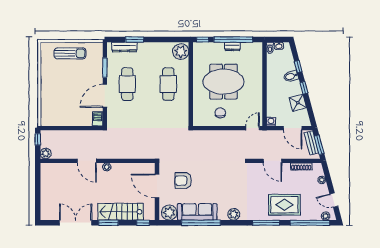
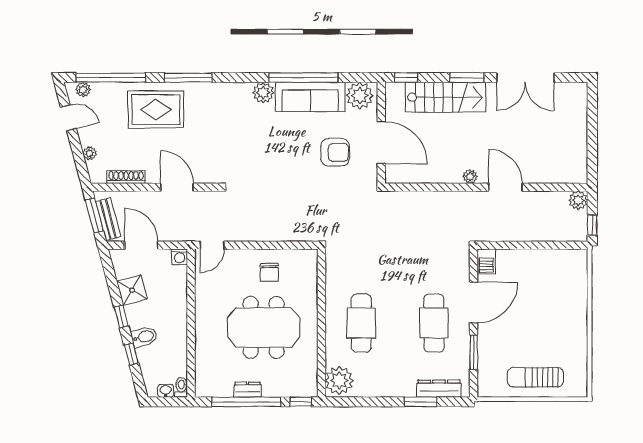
plant: (234, 214) -> (263, 93), moved

